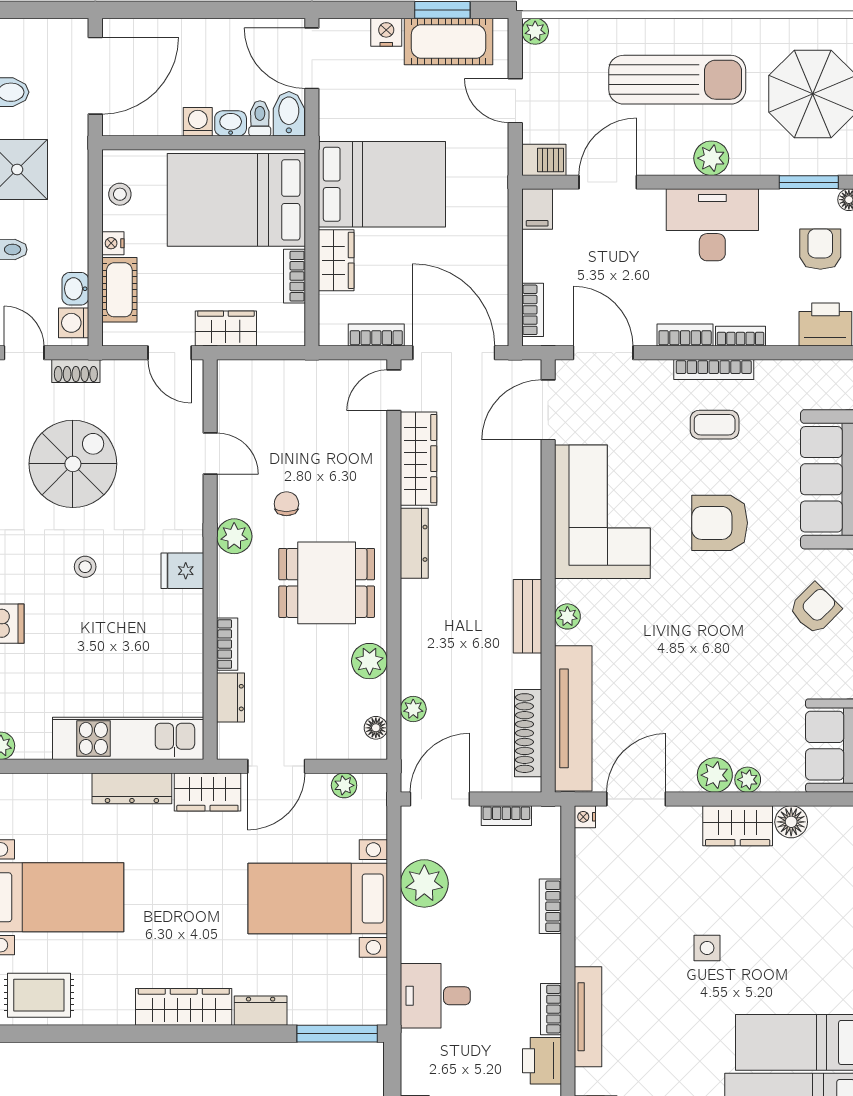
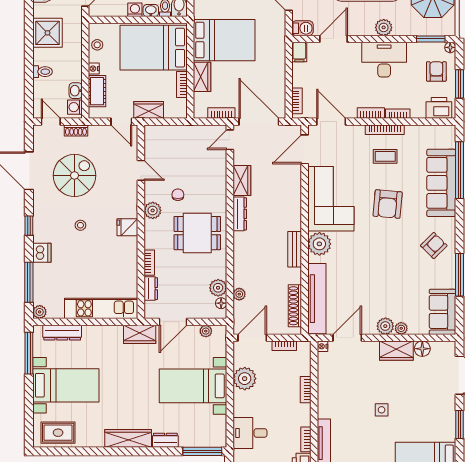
wardrobe: (419, 459) -> (242, 180), width x0.67
armchair: (720, 523) -> (388, 204), turned -85
plant: (567, 616) -> (319, 244), width x1.88, depth x1.88
plant: (370, 661) -> (218, 288), moved
dresser: (132, 788) -> (62, 333), moved

